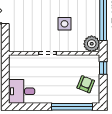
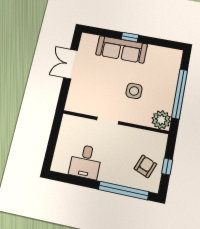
window: (103, 68) -> (167, 166), moved
desk: (22, 91) -> (86, 162), moved, turned -90

